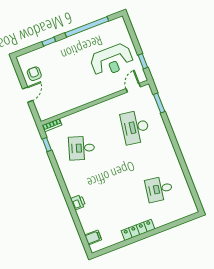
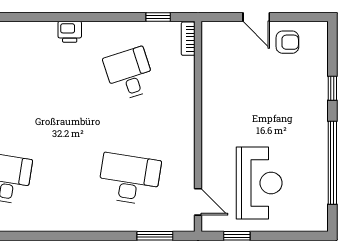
reception desk: (112, 60) -> (259, 183), turned 180
desk: (82, 148) -> (129, 74), turned -36
printer: (78, 202) -> (70, 32), moved

